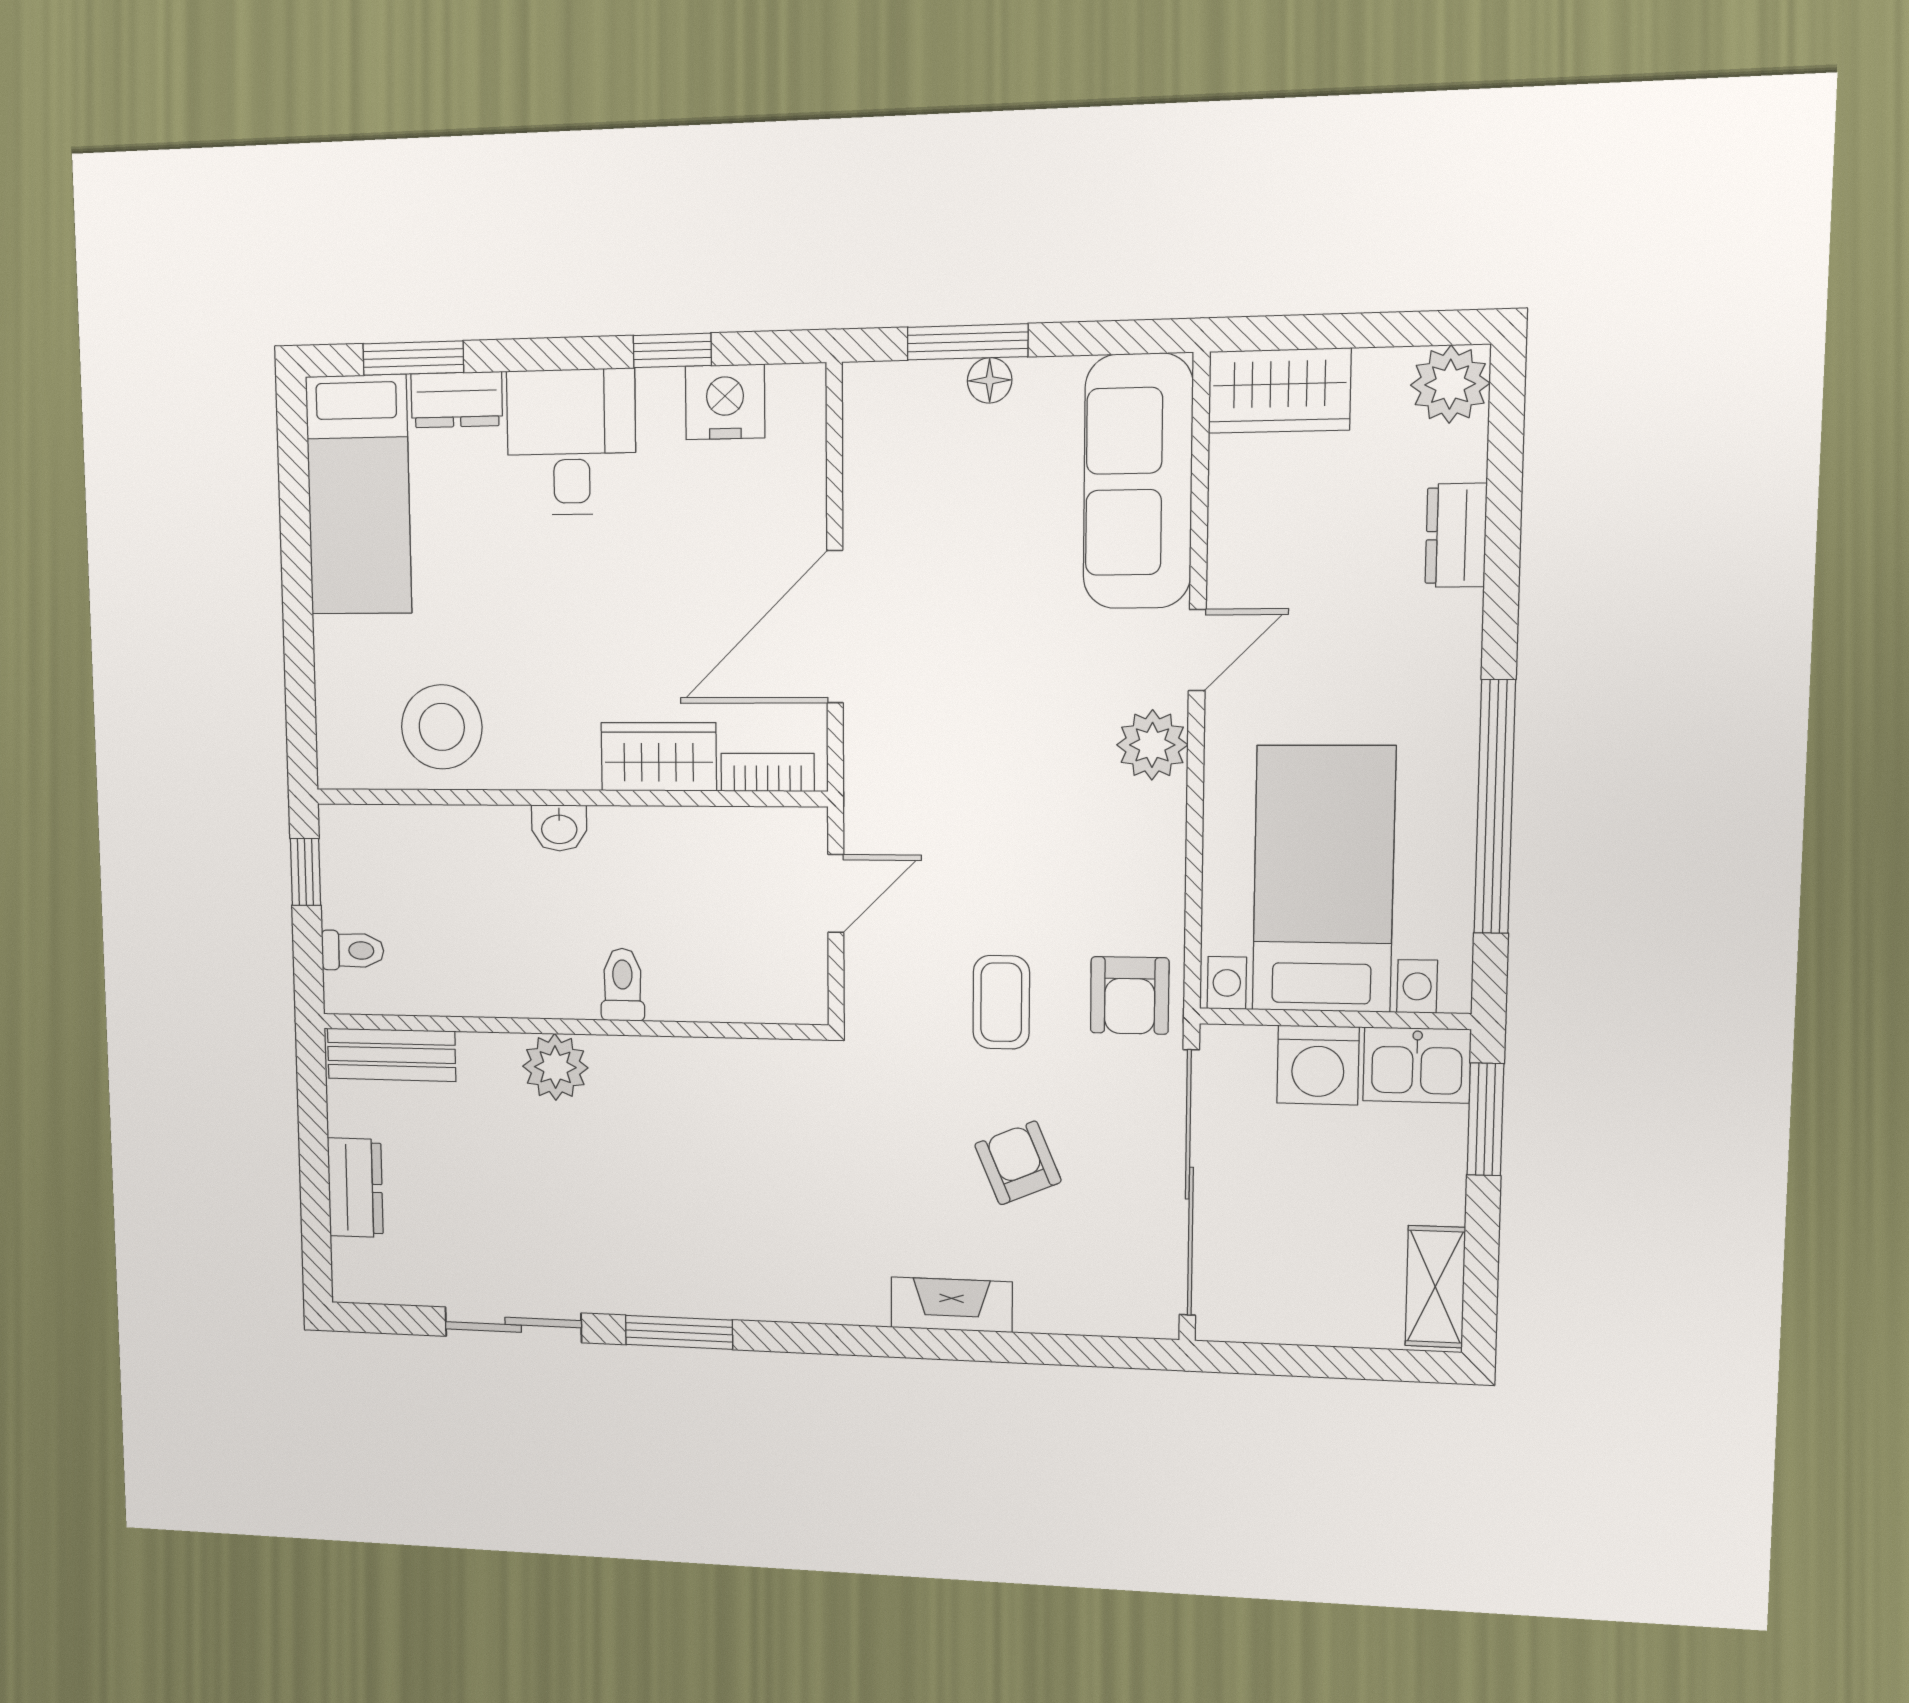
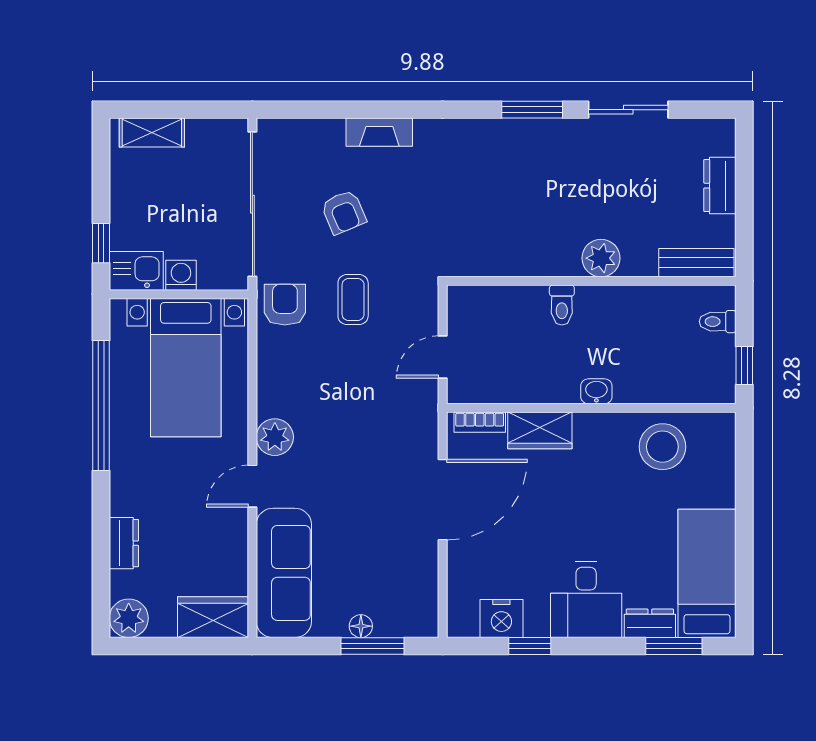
washing machine: (1318, 1065) -> (181, 275), width x0.73, depth x0.73
window: (1485, 1119) -> (101, 243), width x0.67
shelving: (1435, 1287) -> (152, 133), moved, turned 90

